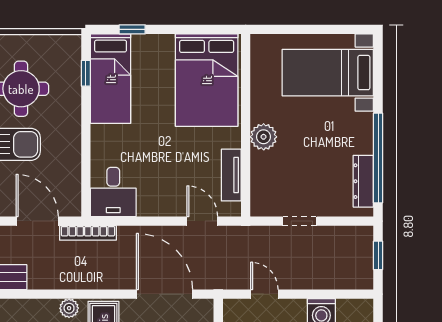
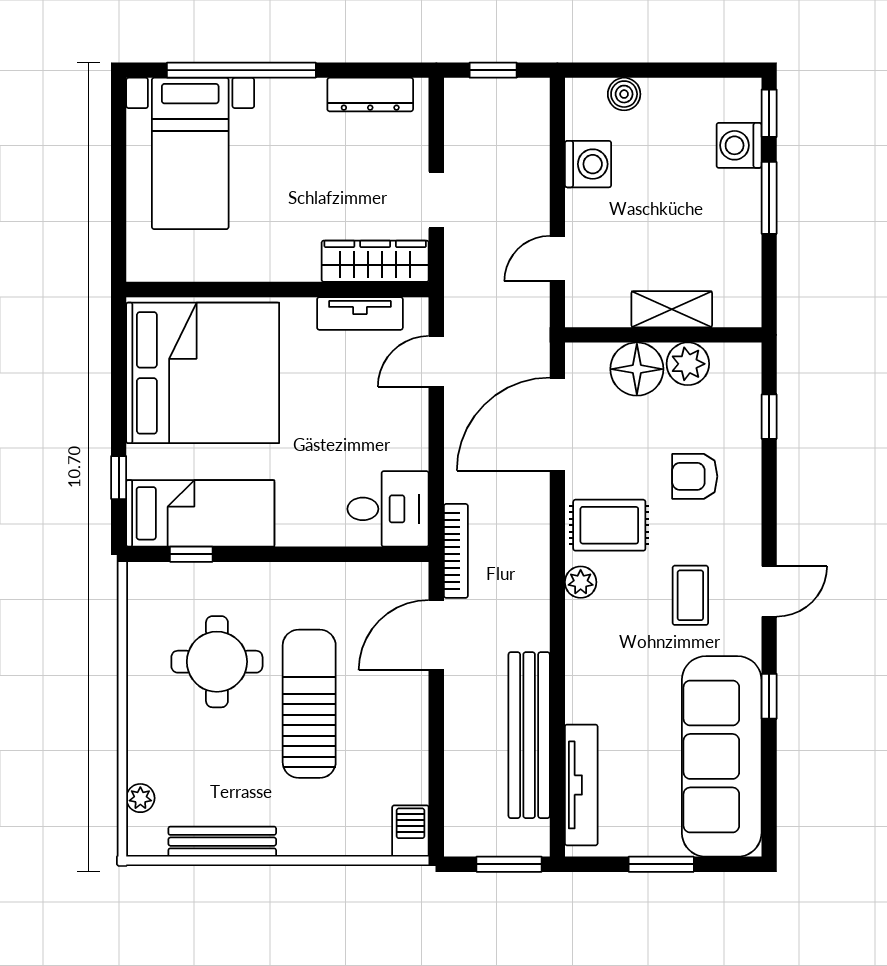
bed: (207, 80) -> (203, 373), width x1.36
plant: (264, 137) -> (297, 260), removed
window: (378, 158) -> (241, 70), moved
wardrobe: (263, 184) -> (375, 261), added

